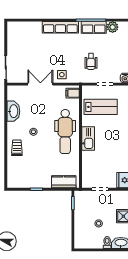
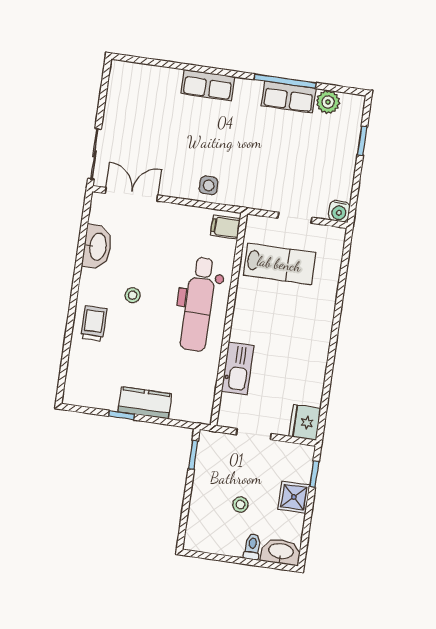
row of seats: (60, 27) -> (208, 85), width x0.68
wheelchair: (91, 61) -> (273, 167), removed
double door: (40, 84) -> (131, 194), moved
kitchen sink: (88, 139) -> (238, 368), moved
kitchen counter: (64, 182) -> (145, 403), moved

